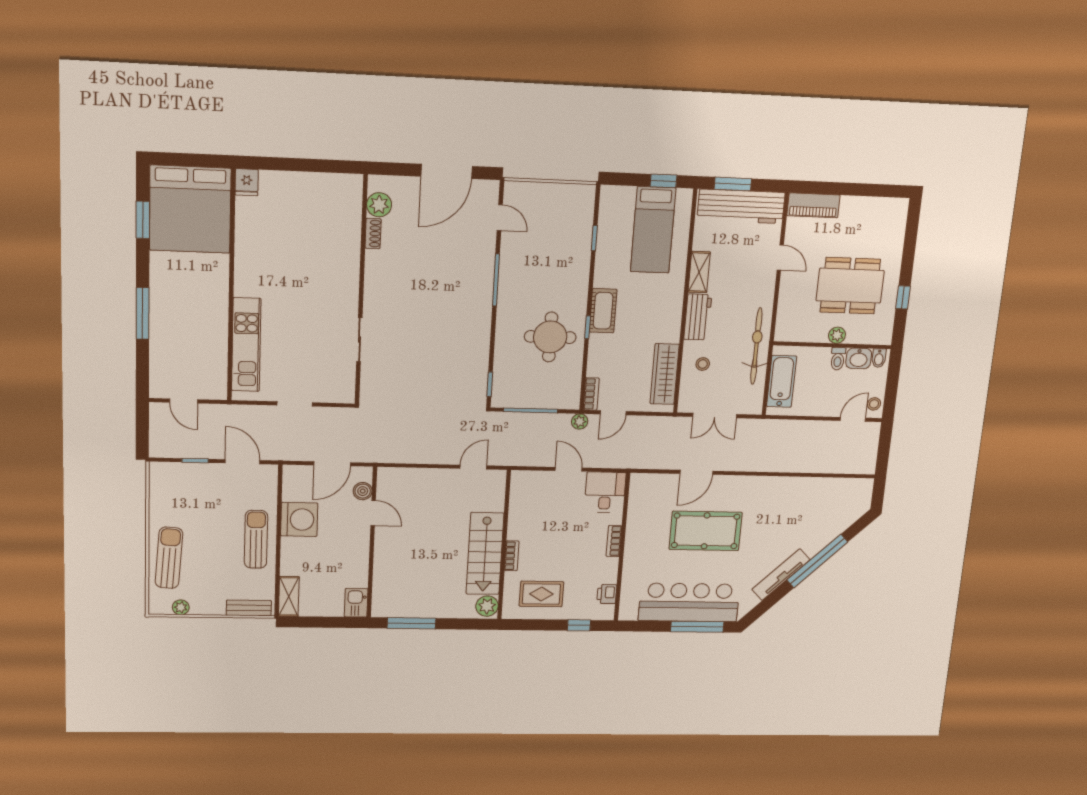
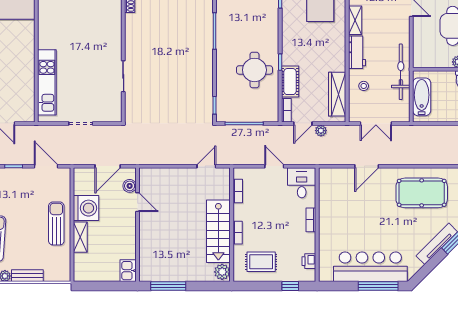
cot: (603, 311) -> (290, 82), moved
plant: (580, 422) -> (321, 131), moved
bookcase: (515, 501) -> (238, 191), added
pool table: (706, 531) -> (422, 193), moved
shelving: (289, 596) -> (80, 237), moved
bench: (249, 608) -> (27, 276), moved

